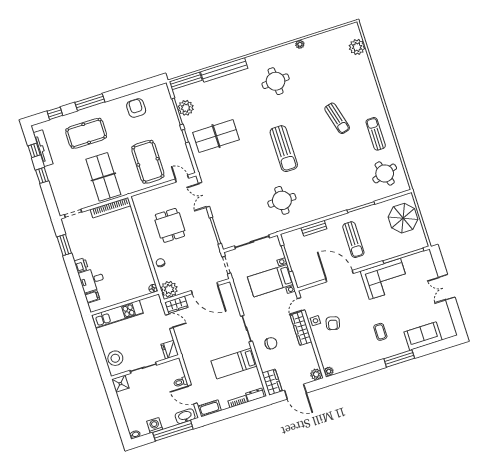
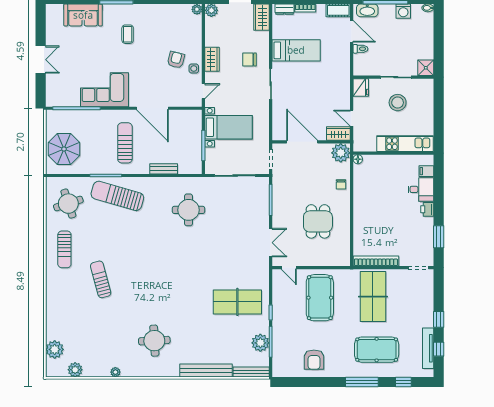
plant: (334, 35) -> (75, 370), added
sun lounger: (284, 149) -> (117, 196), moved, turned -74
wardrobe: (301, 328) -> (212, 59), width x0.67
stool: (115, 358) -> (398, 103), moved

